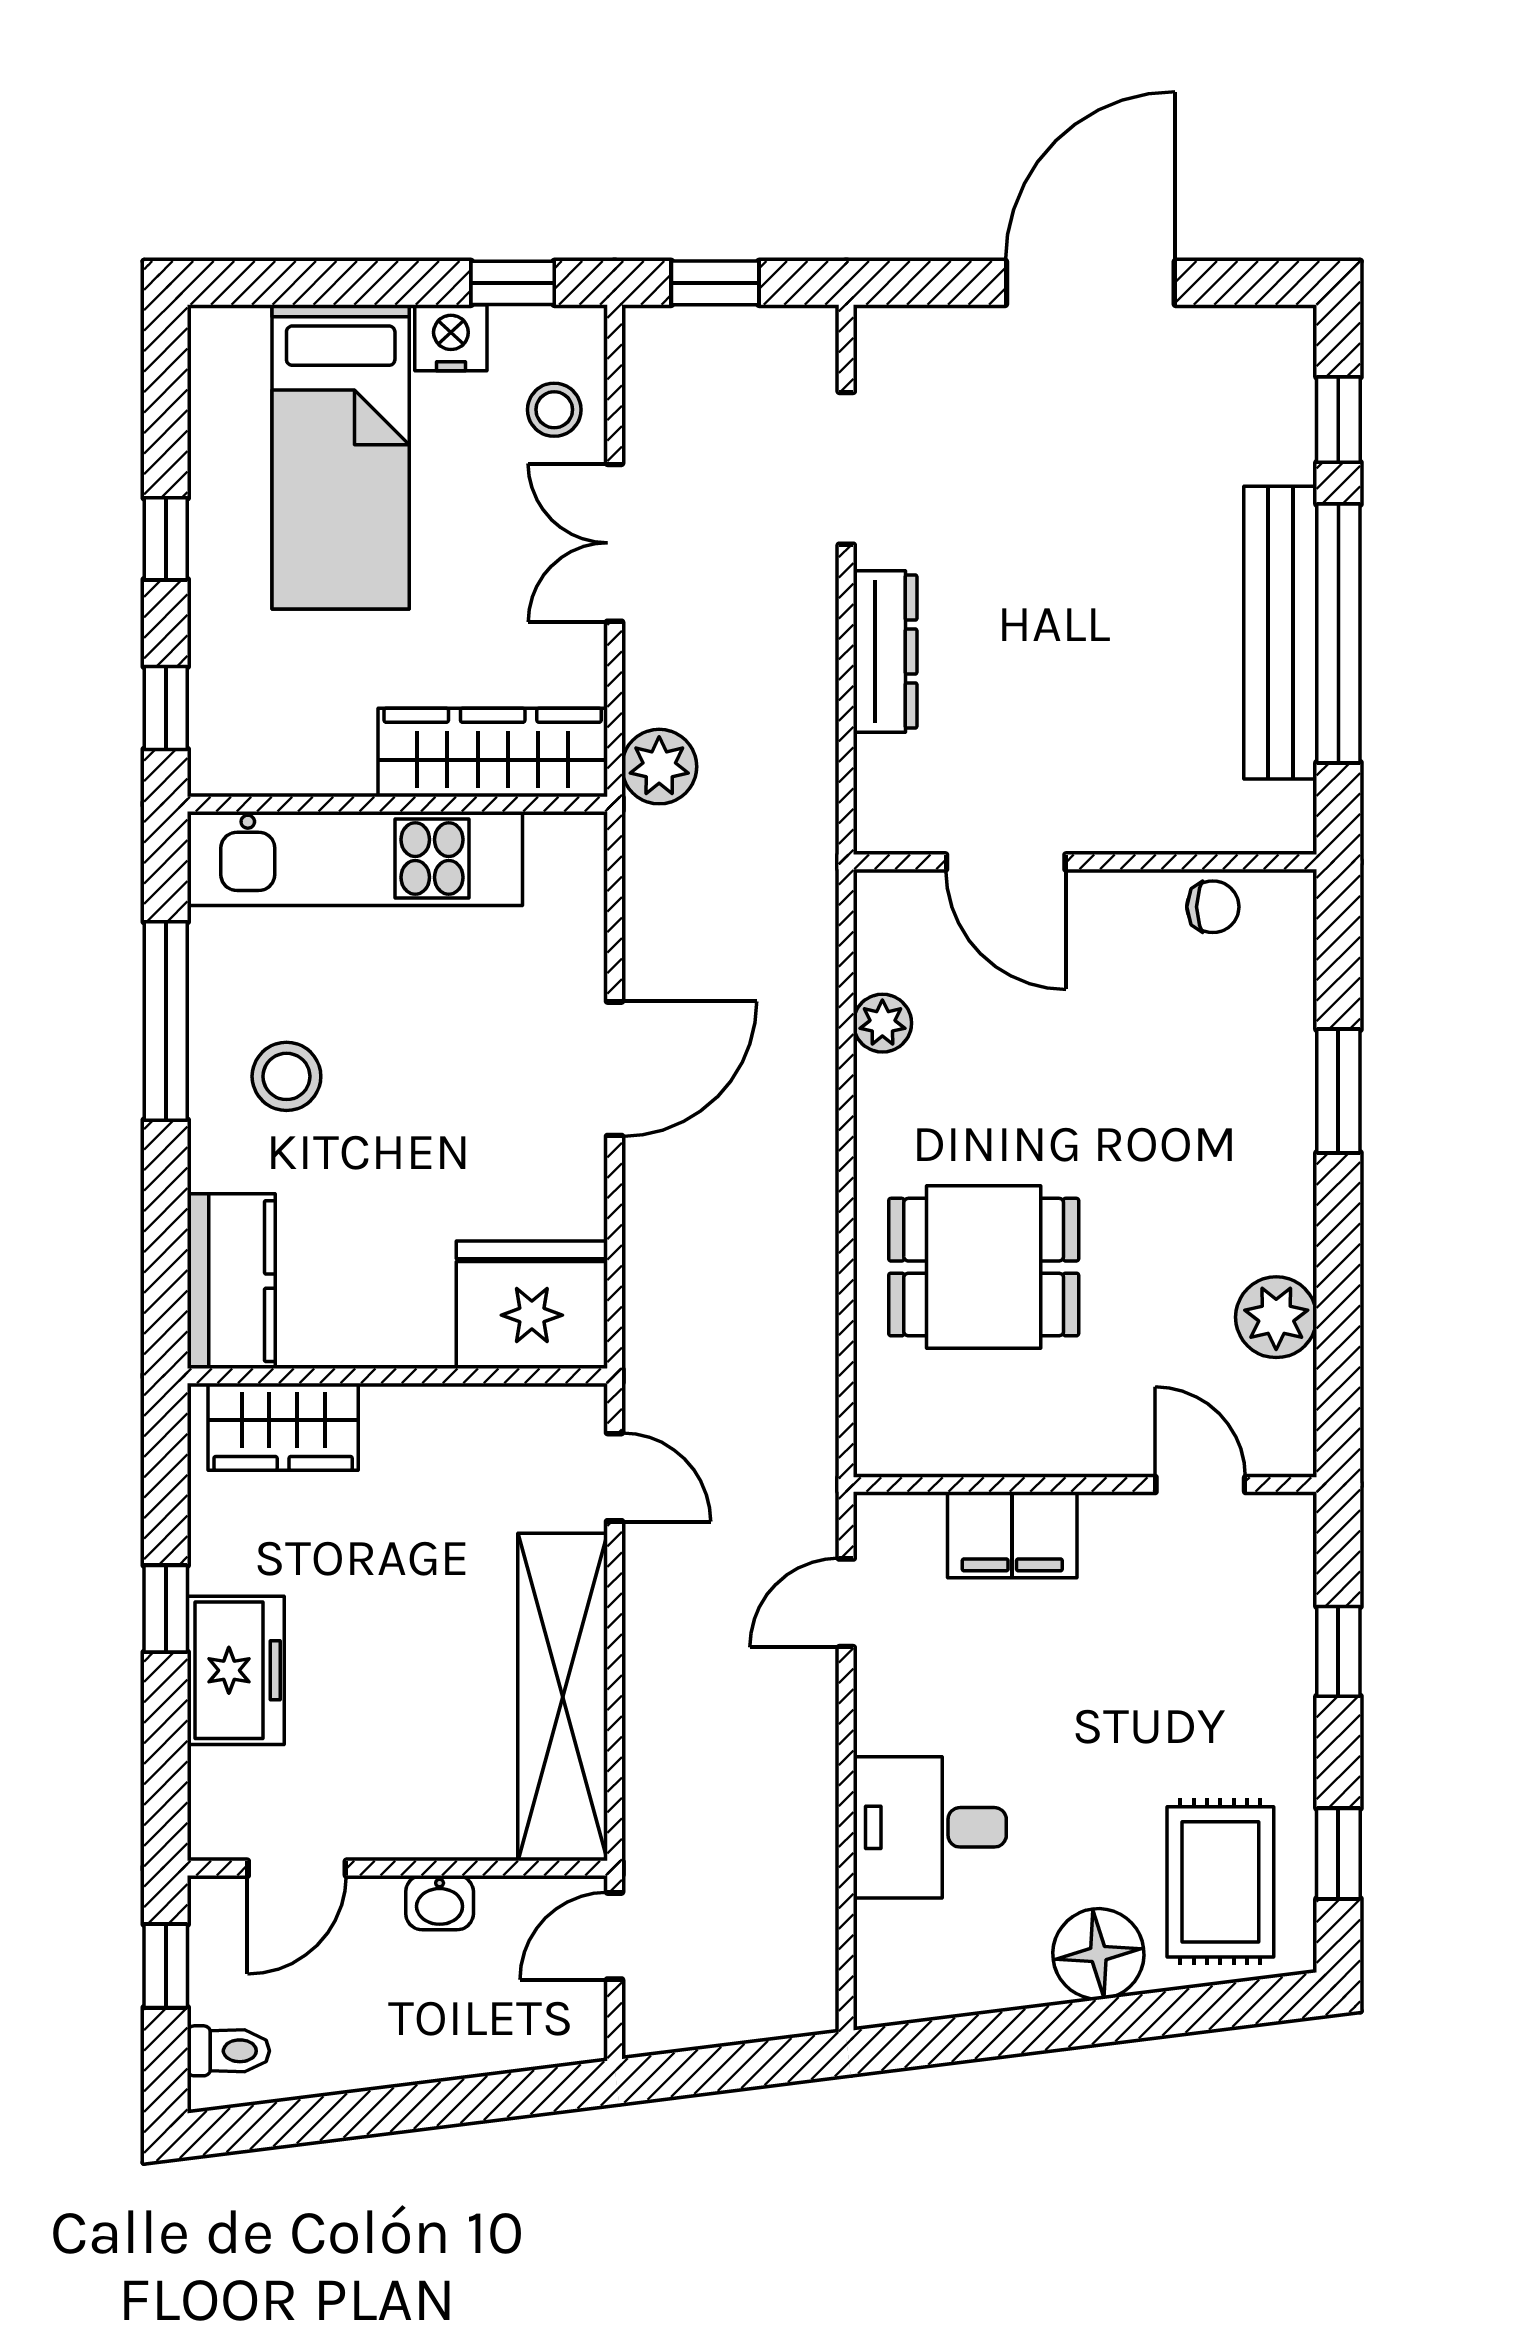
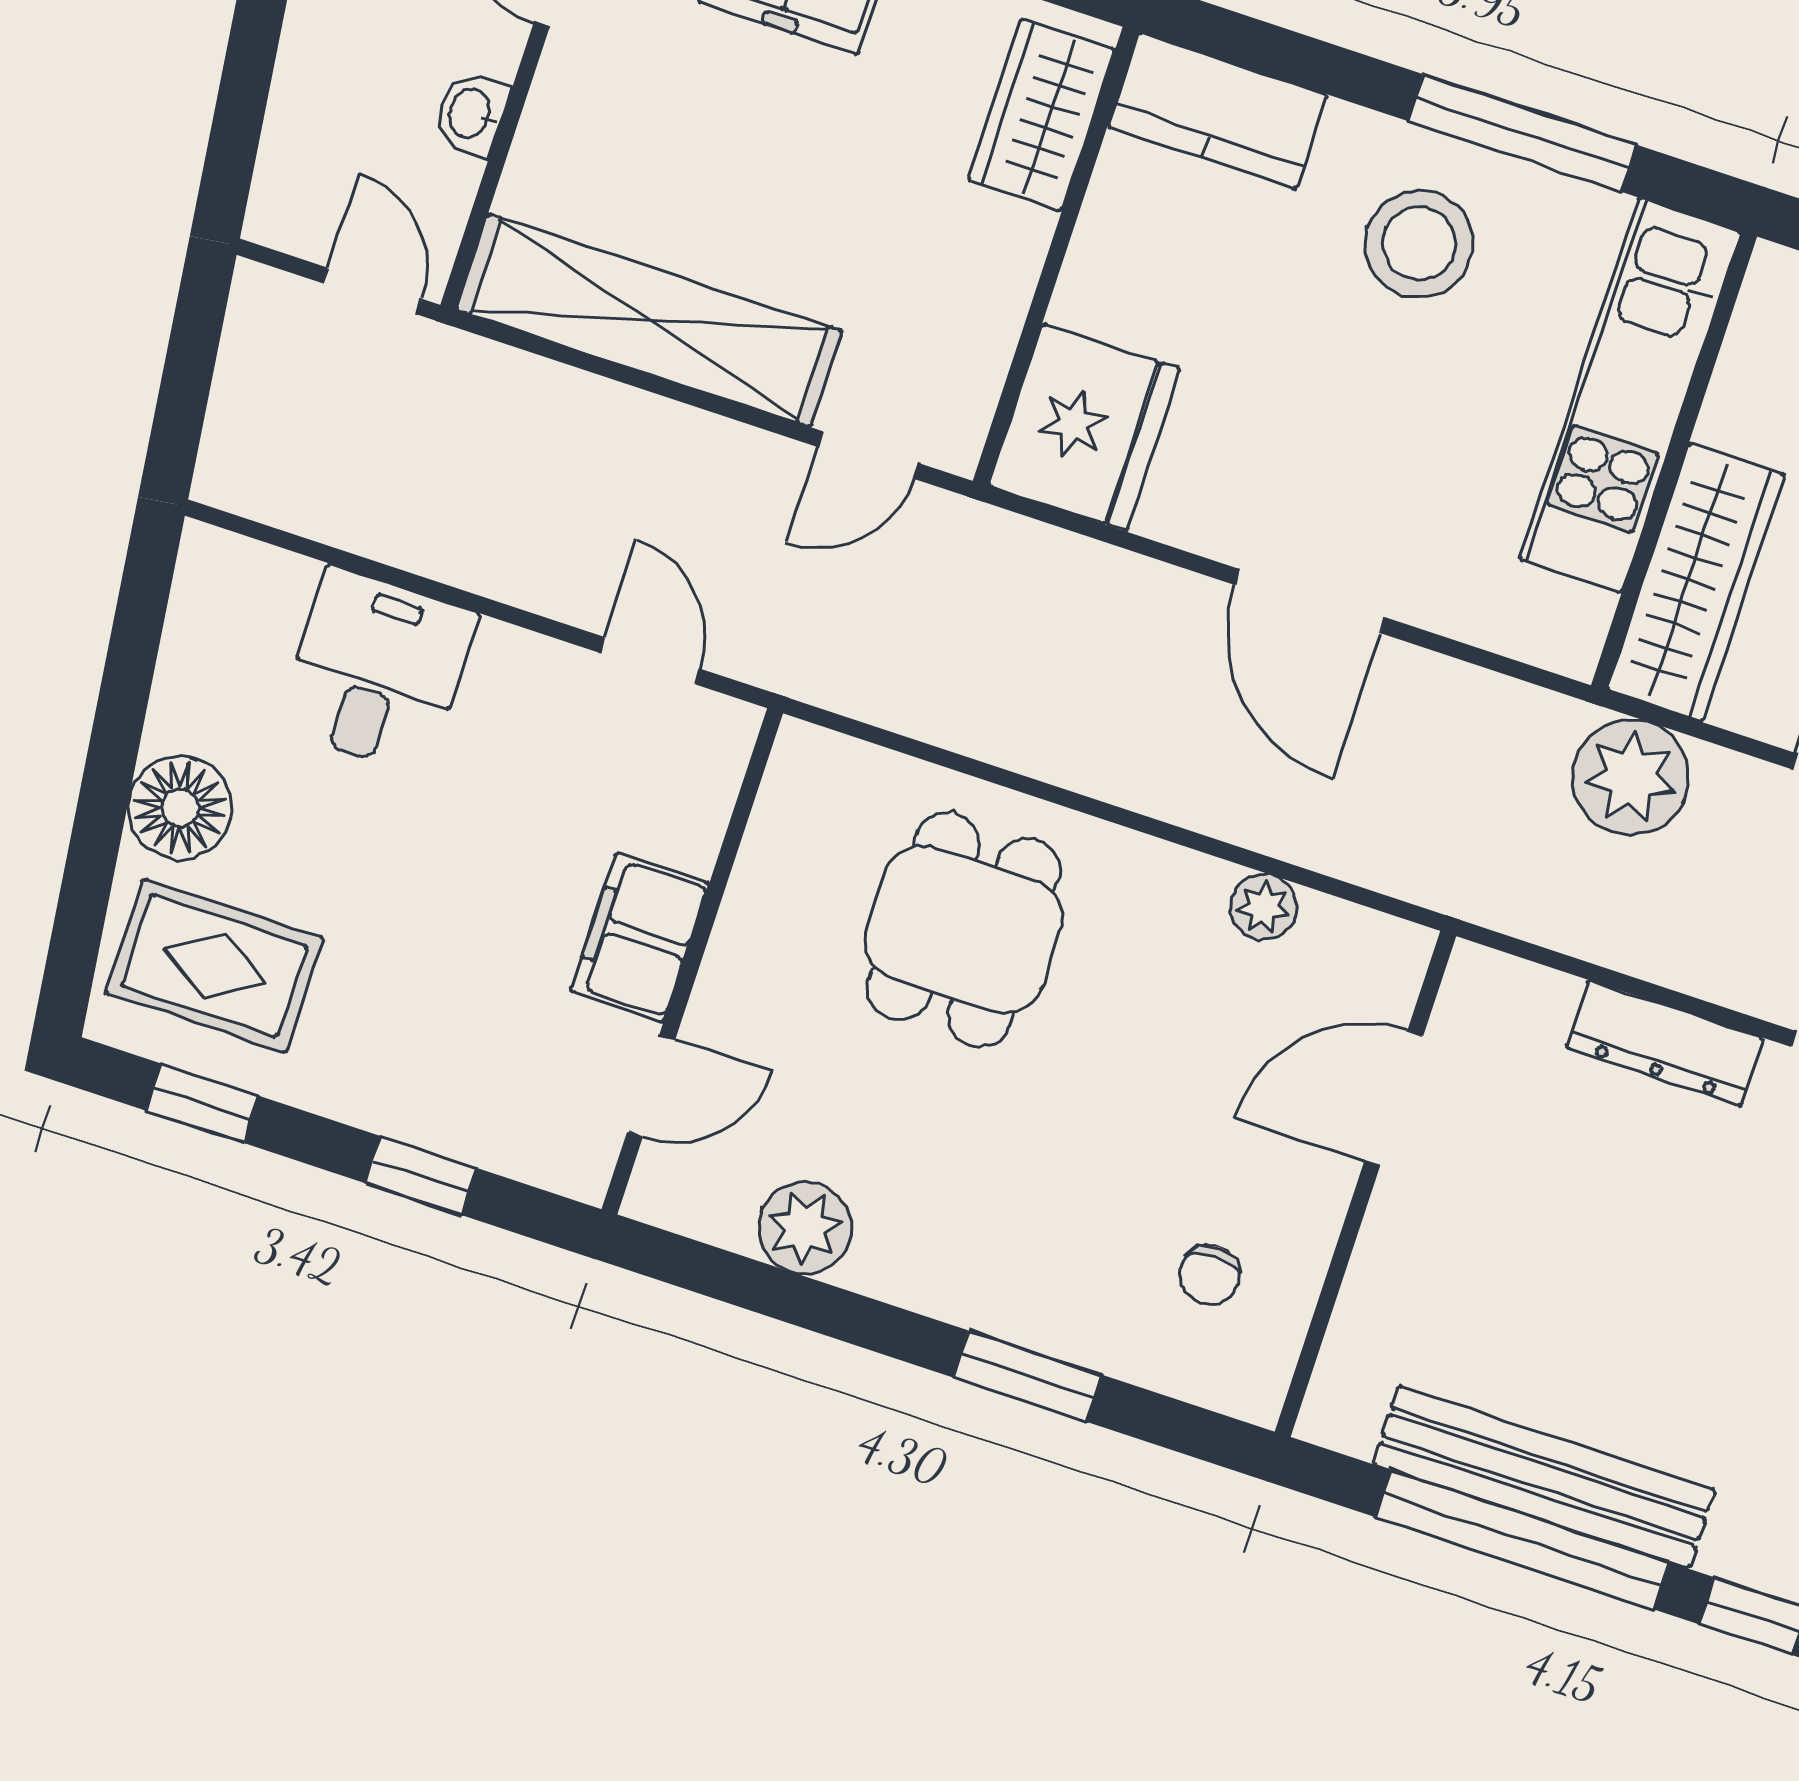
plant: (659, 767) -> (1631, 777), width x1.36, depth x1.36
chair: (1213, 907) -> (1210, 1275), moved
stool: (286, 1076) -> (1419, 244), width x1.38, depth x1.38
filing cabinet: (1012, 1535) -> (640, 937), moved

